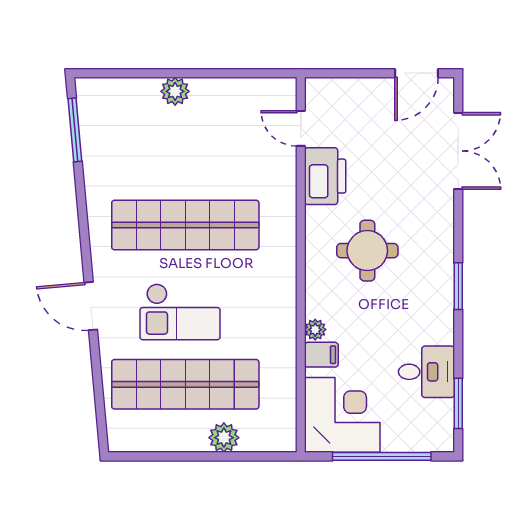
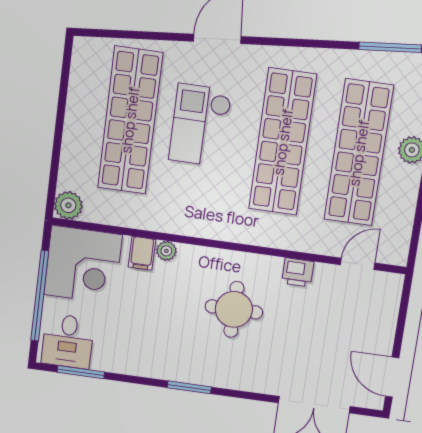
shop shelf: (185, 145) -> (359, 153), added
printer: (325, 176) -> (298, 272), width x0.53, depth x0.68
desk: (426, 372) -> (68, 341), moved
plant: (224, 438) -> (68, 205), moved

